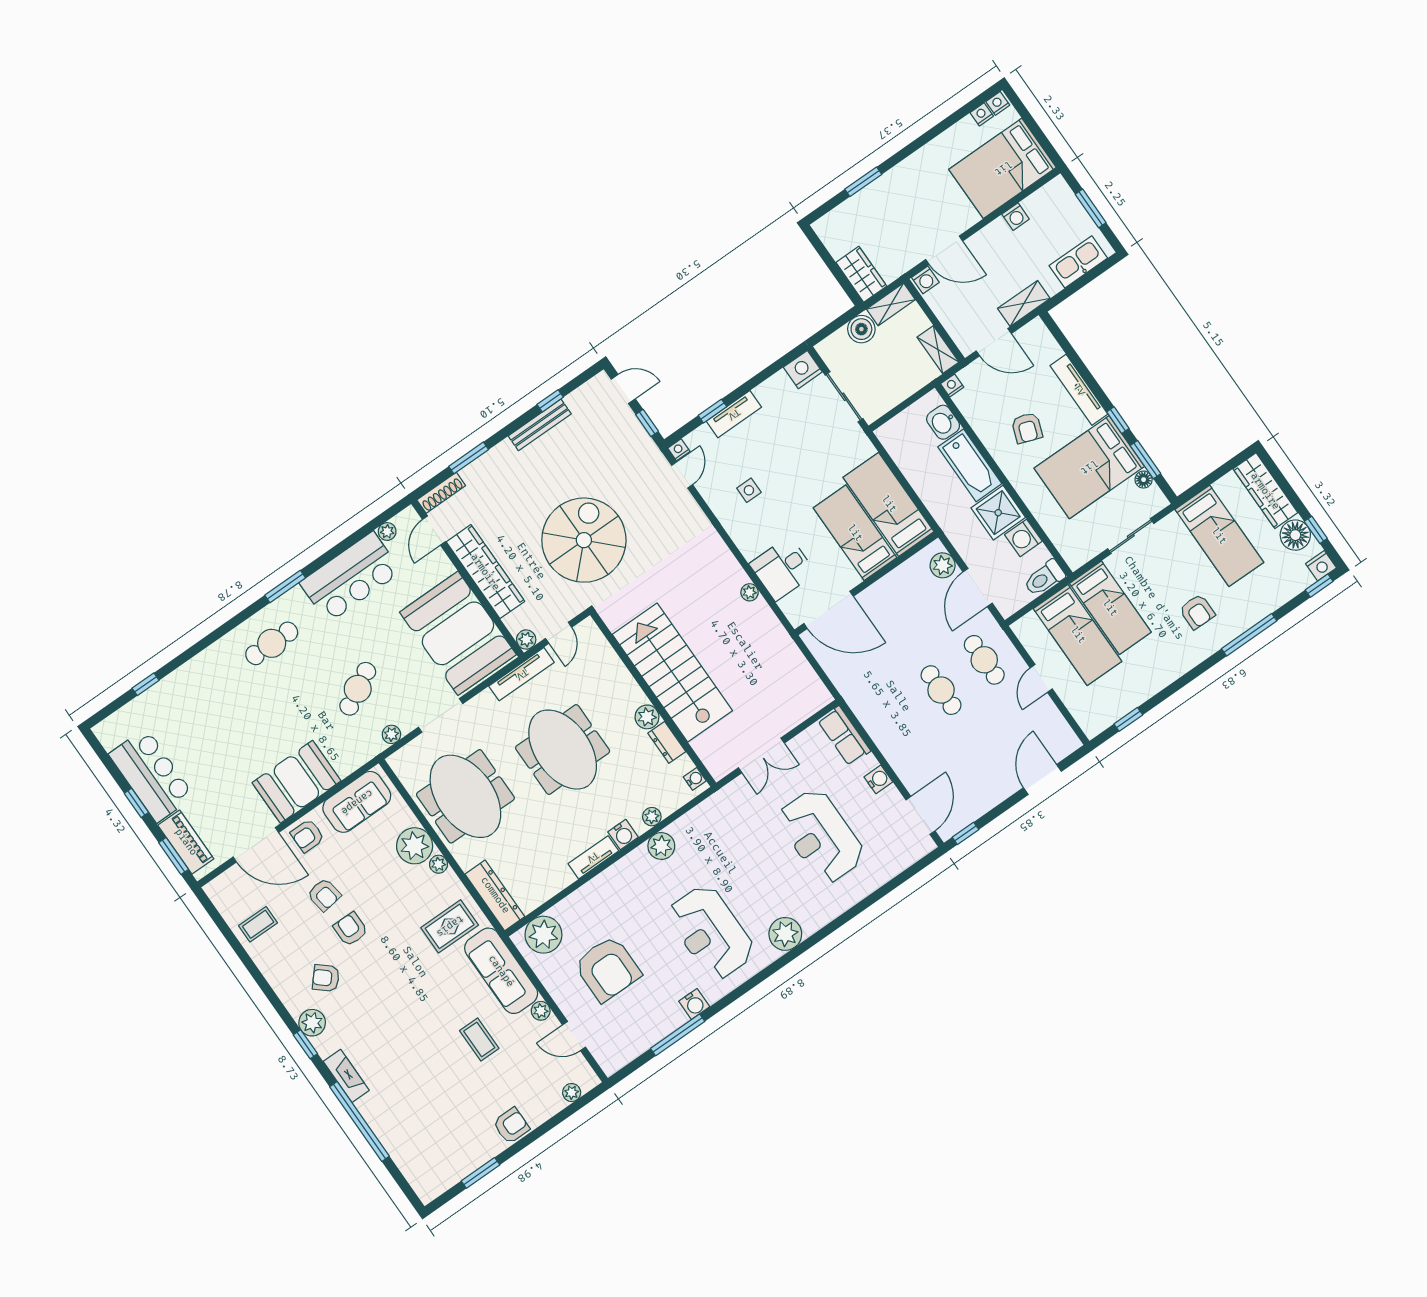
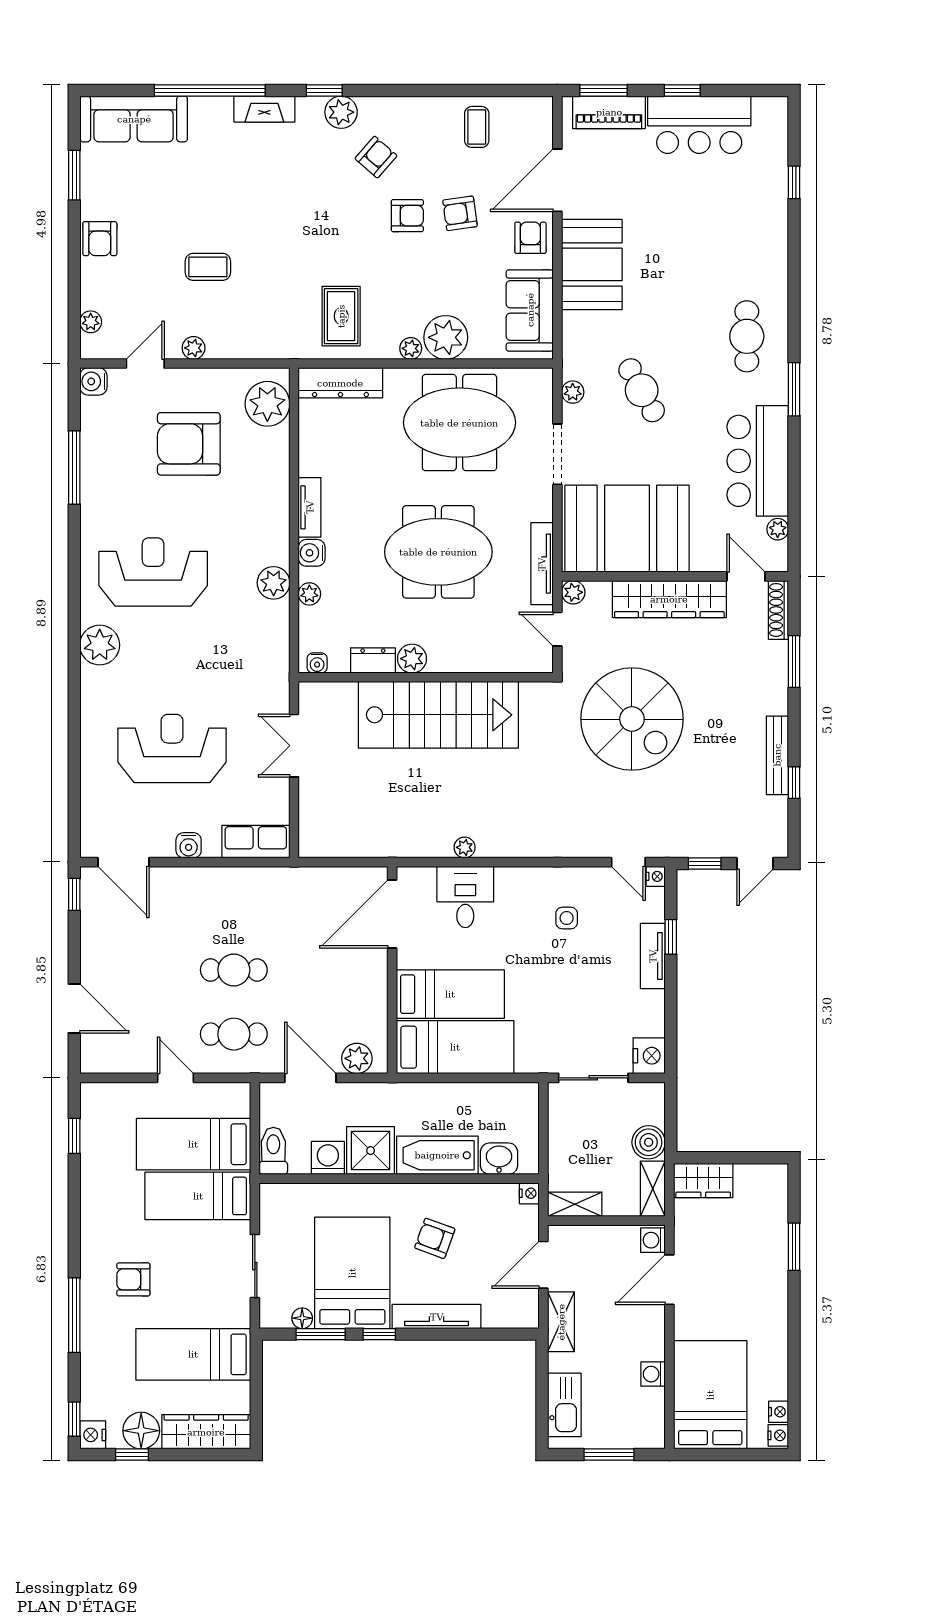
sofa: (501, 971) -> (134, 119), moved, turned 180
water cooler: (694, 1004) -> (93, 381), moved

